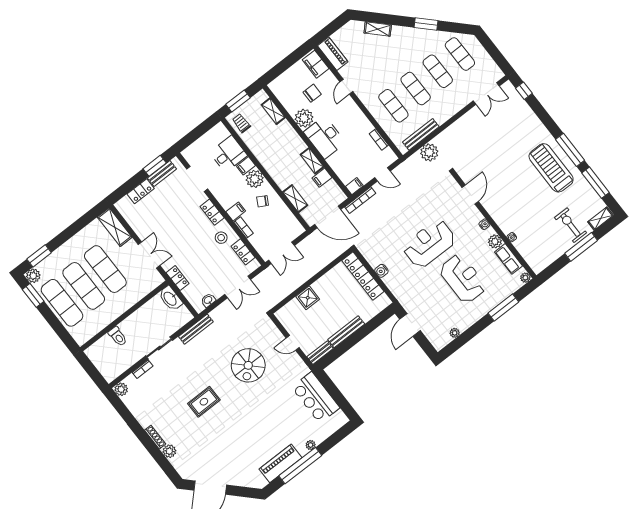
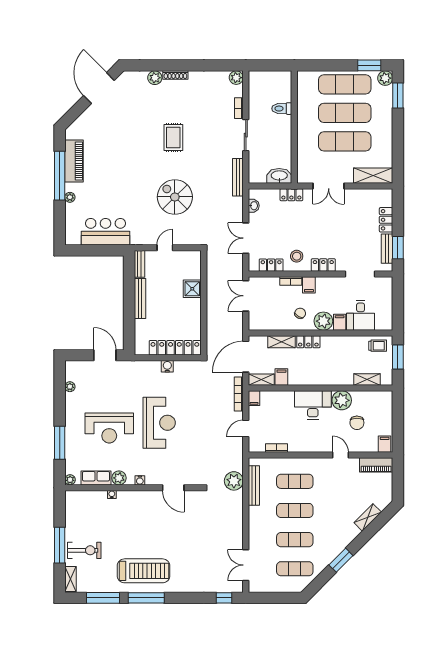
filing cabinet: (316, 64) -> (385, 444), width x0.50
shelving: (312, 161) -> (261, 380), moved
locker: (279, 178) -> (308, 342), added

